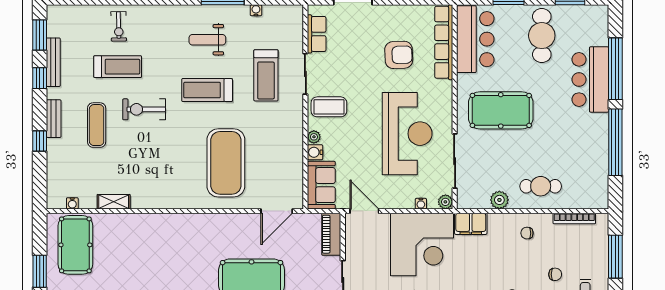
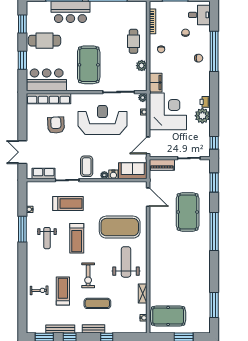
weight bench: (167, 174) -> (126, 262), added

